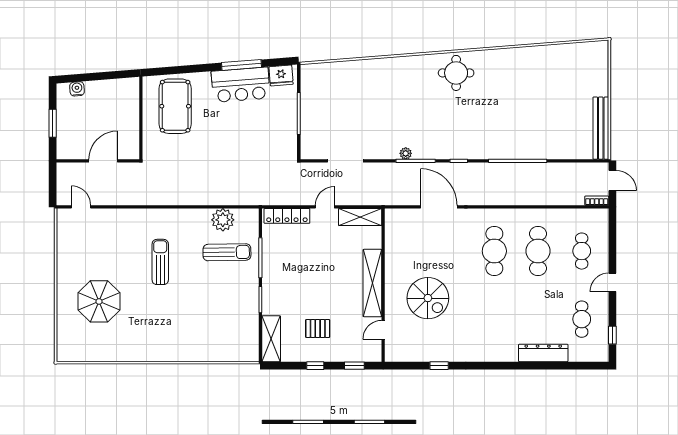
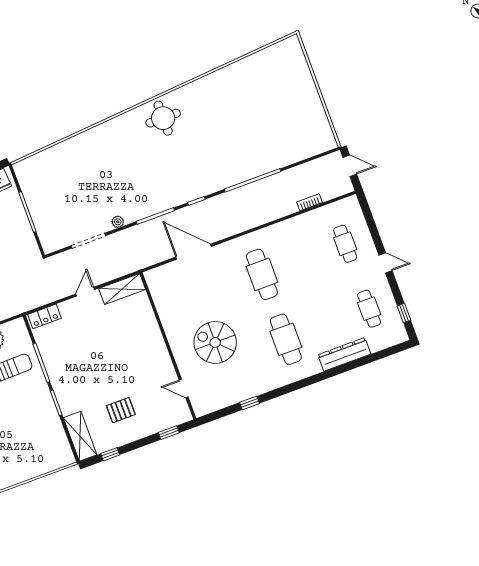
bench: (601, 128) -> (320, 120), removed
plant: (406, 153) -> (118, 222), moved
bookcase: (597, 201) -> (310, 202), moved
locker: (287, 216) -> (45, 316), width x0.66
cafe table: (538, 251) -> (286, 339), moved
door: (612, 282) -> (385, 263), swing flipped
shelving: (372, 283) -> (157, 348), removed
spiral stairs: (428, 298) -> (215, 342), turned 180
door: (383, 330) -> (184, 389), hinge flipped
window: (315, 366) -> (110, 454), moved

